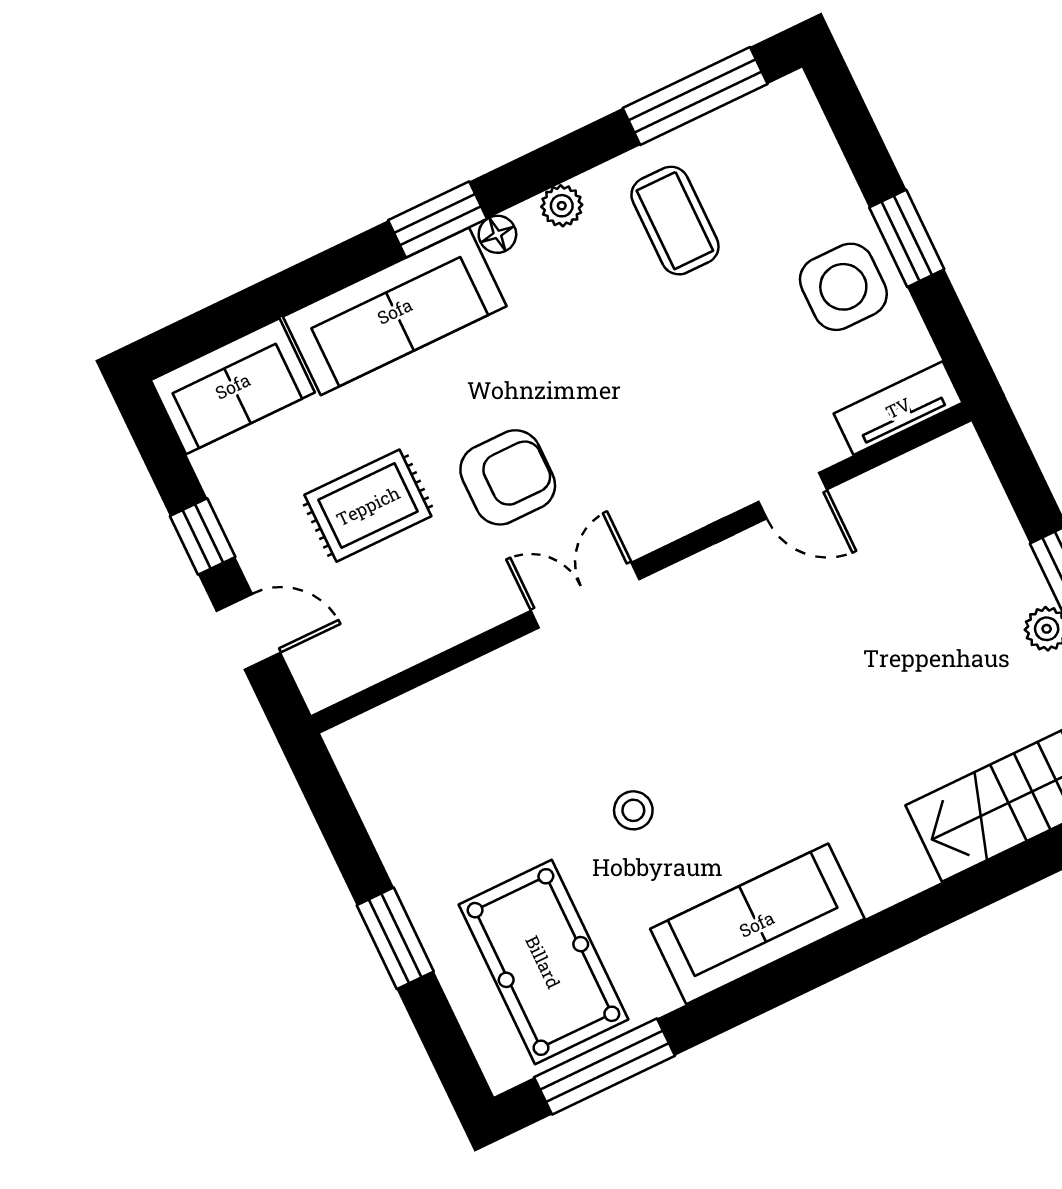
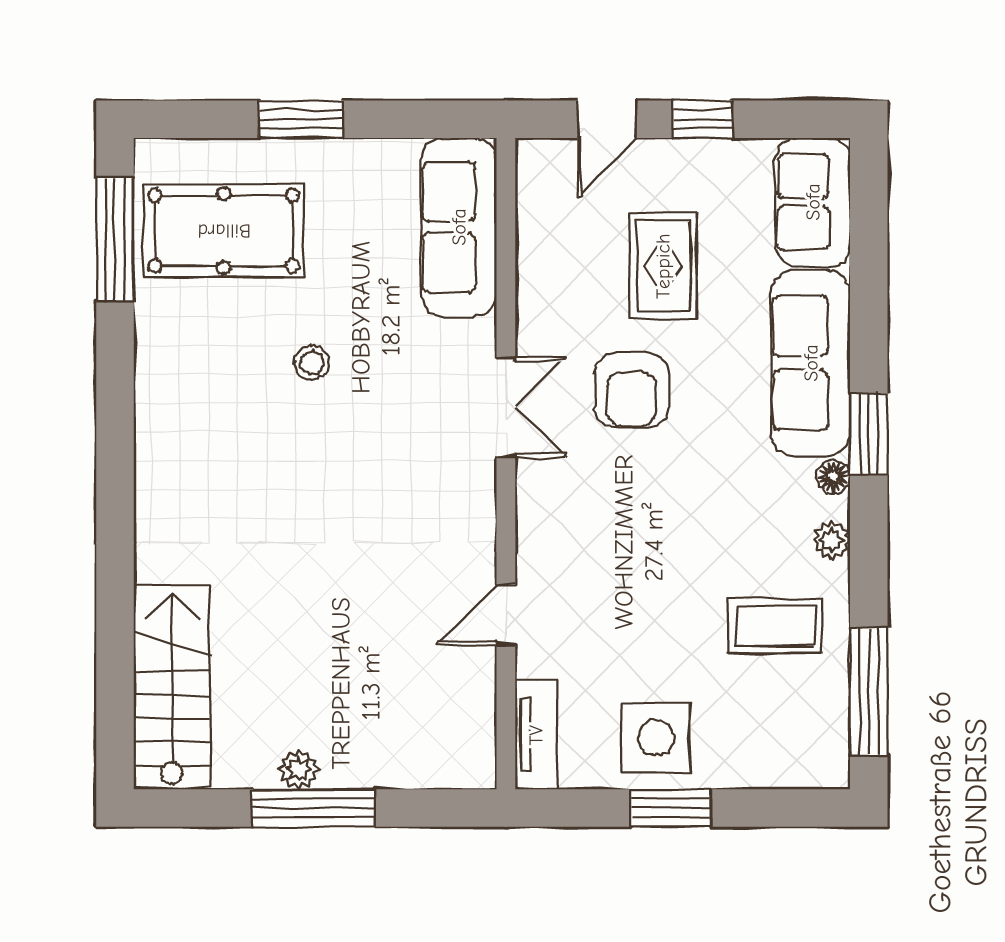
sofa: (757, 924) -> (459, 227), moved, turned 180

